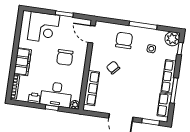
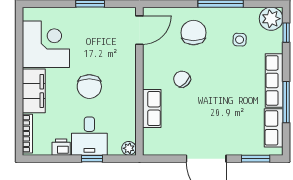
corner desk: (44, 28) -> (46, 44), moved, turned -90
door: (92, 34) -> (139, 30), swing flipped
chair: (65, 57) -> (89, 87), moved
row of seats: (92, 88) -> (152, 108), width x0.68
desk: (56, 94) -> (89, 136), width x0.73

